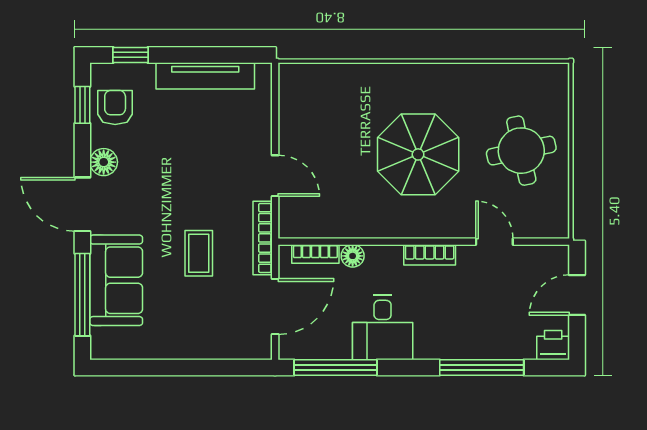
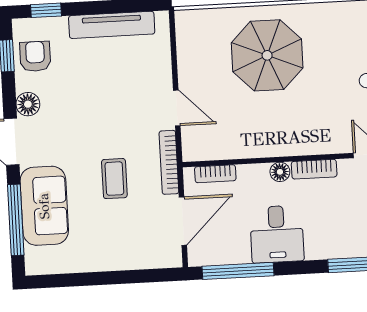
parasol: (418, 154) -> (267, 55), moved
floor lamp: (353, 256) -> (280, 172), moved

